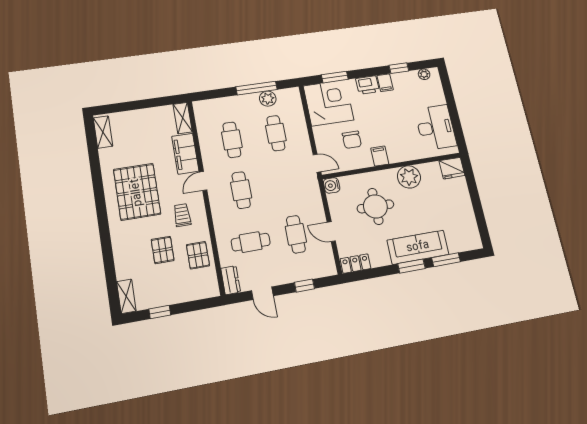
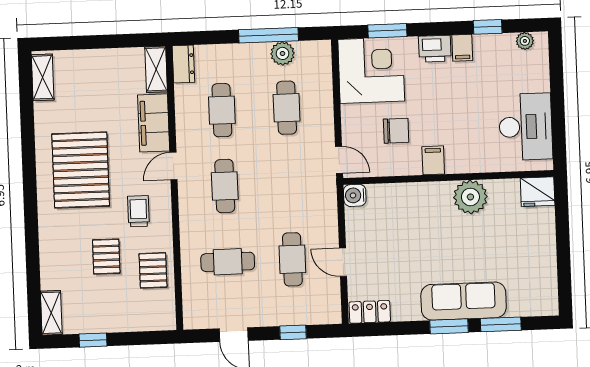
chair: (352, 140) -> (396, 131), turned -90
round table: (375, 206) -> (413, 234), removed
dresser: (231, 280) -> (183, 64), moved

